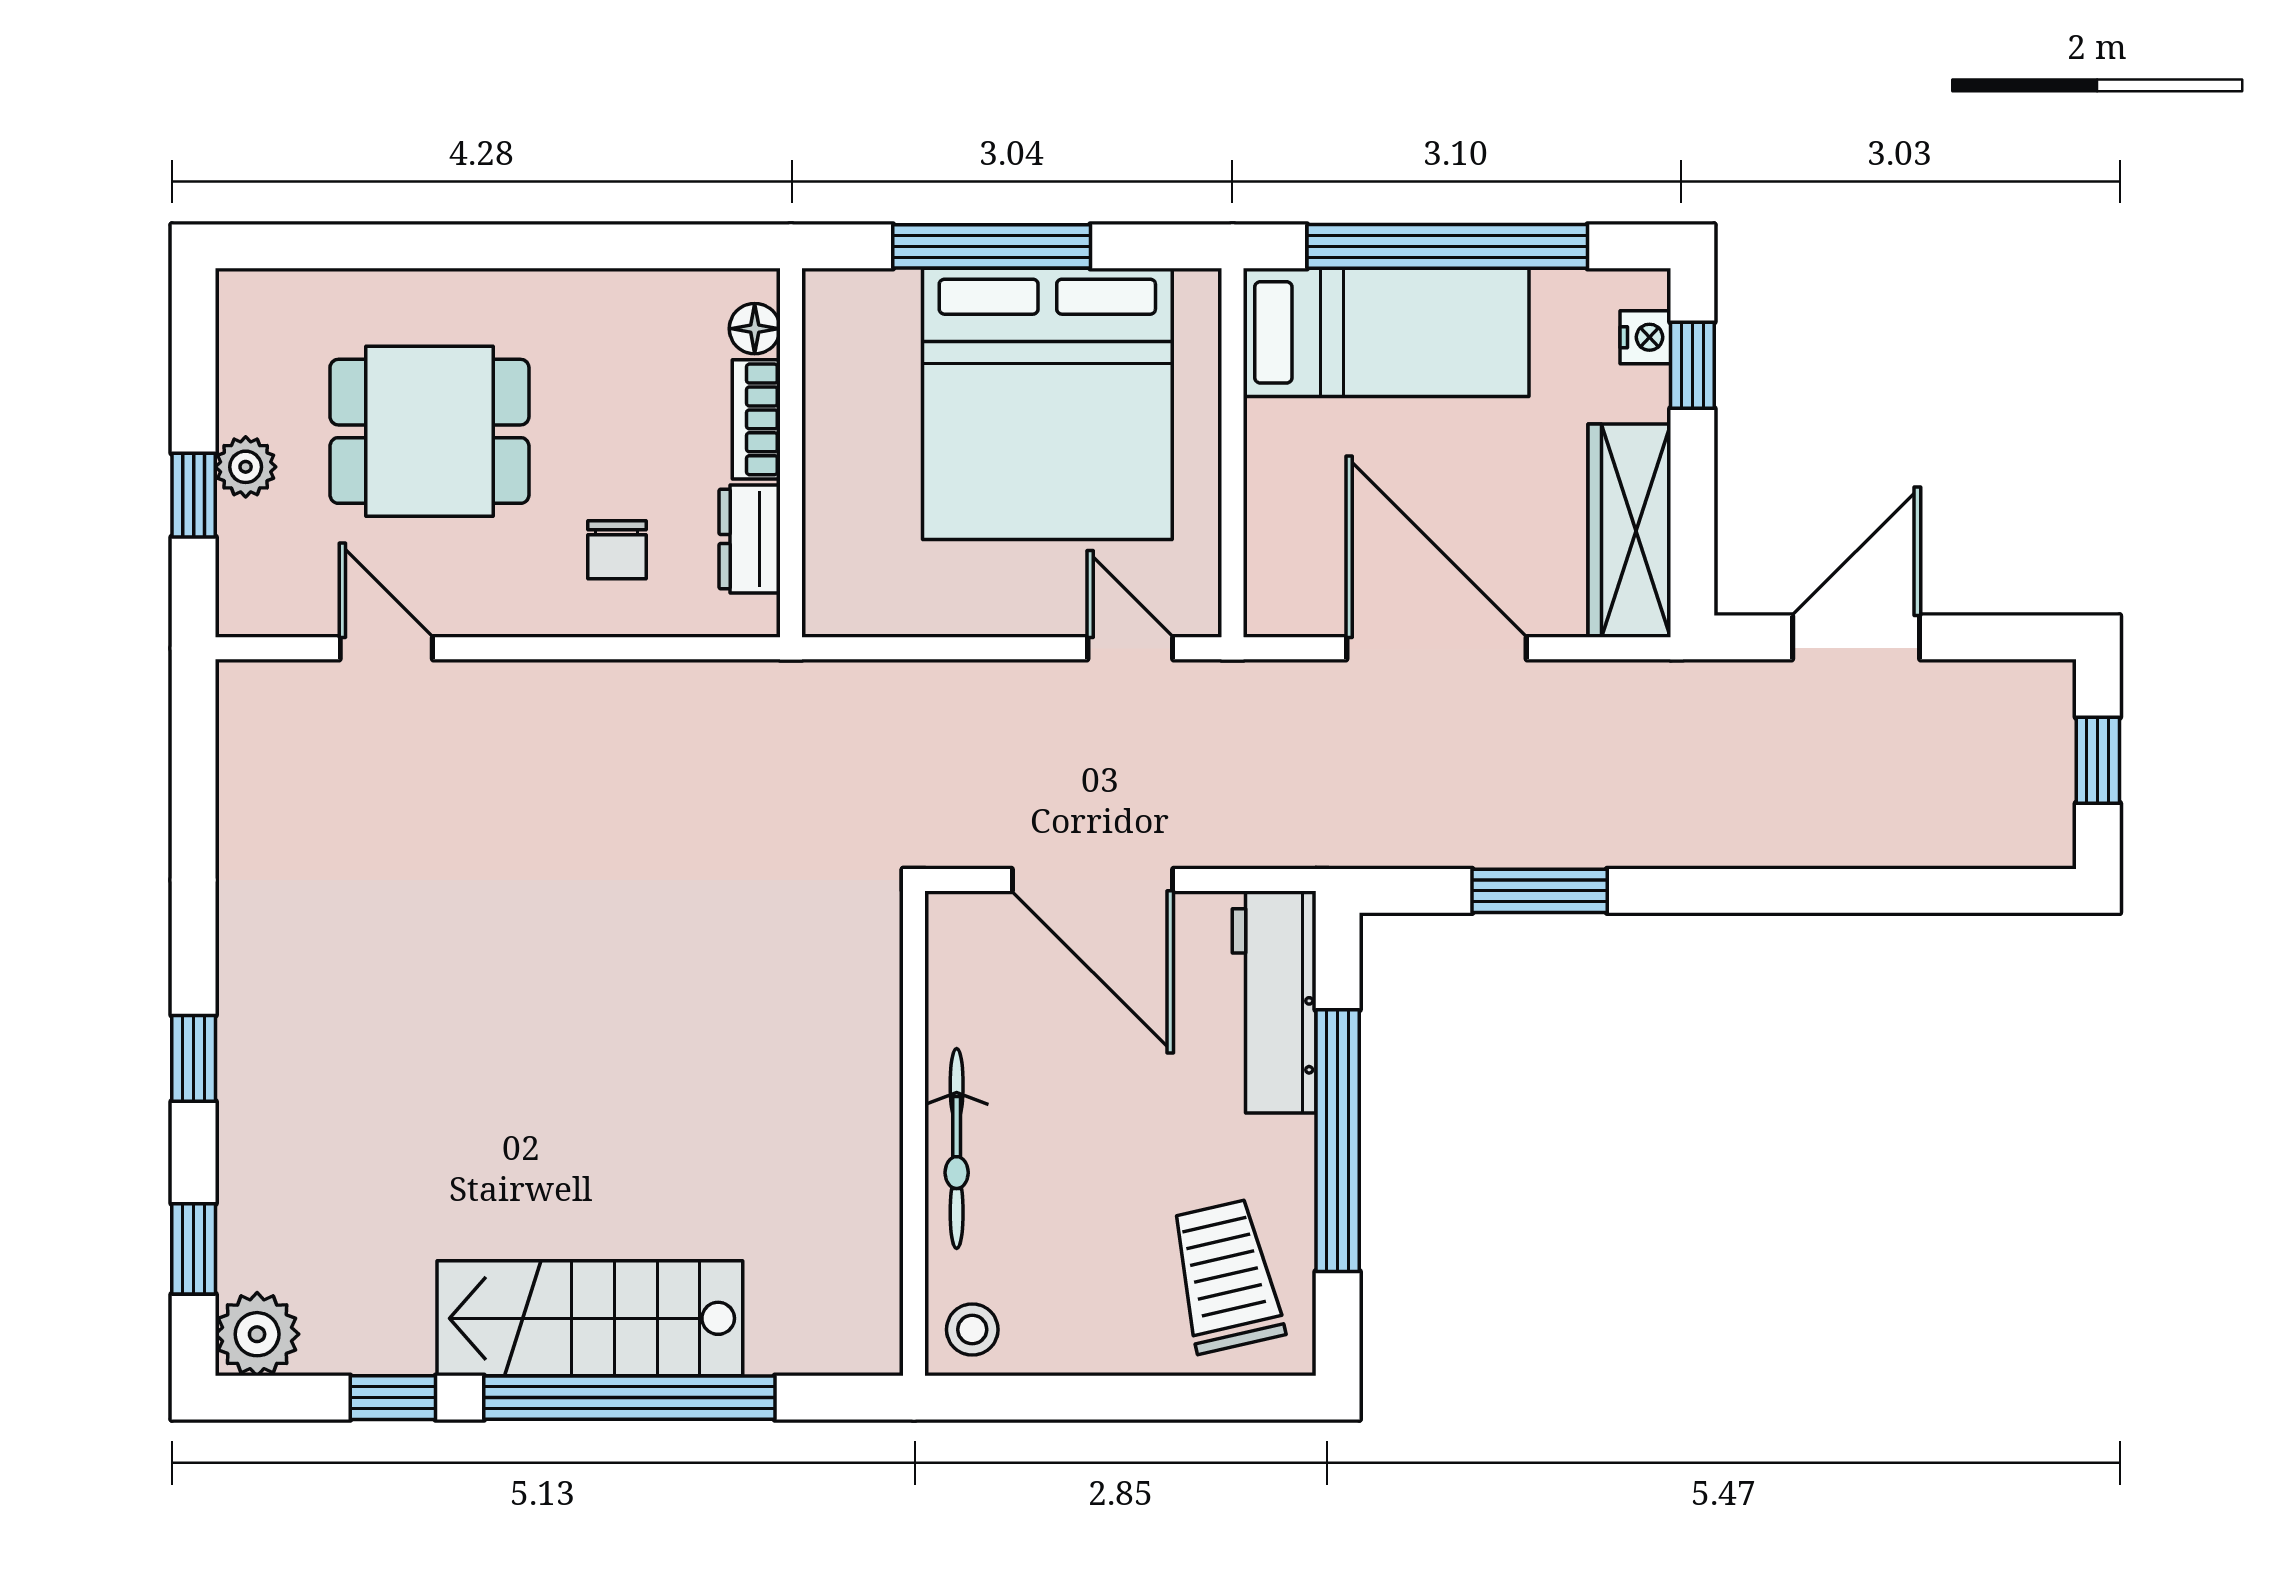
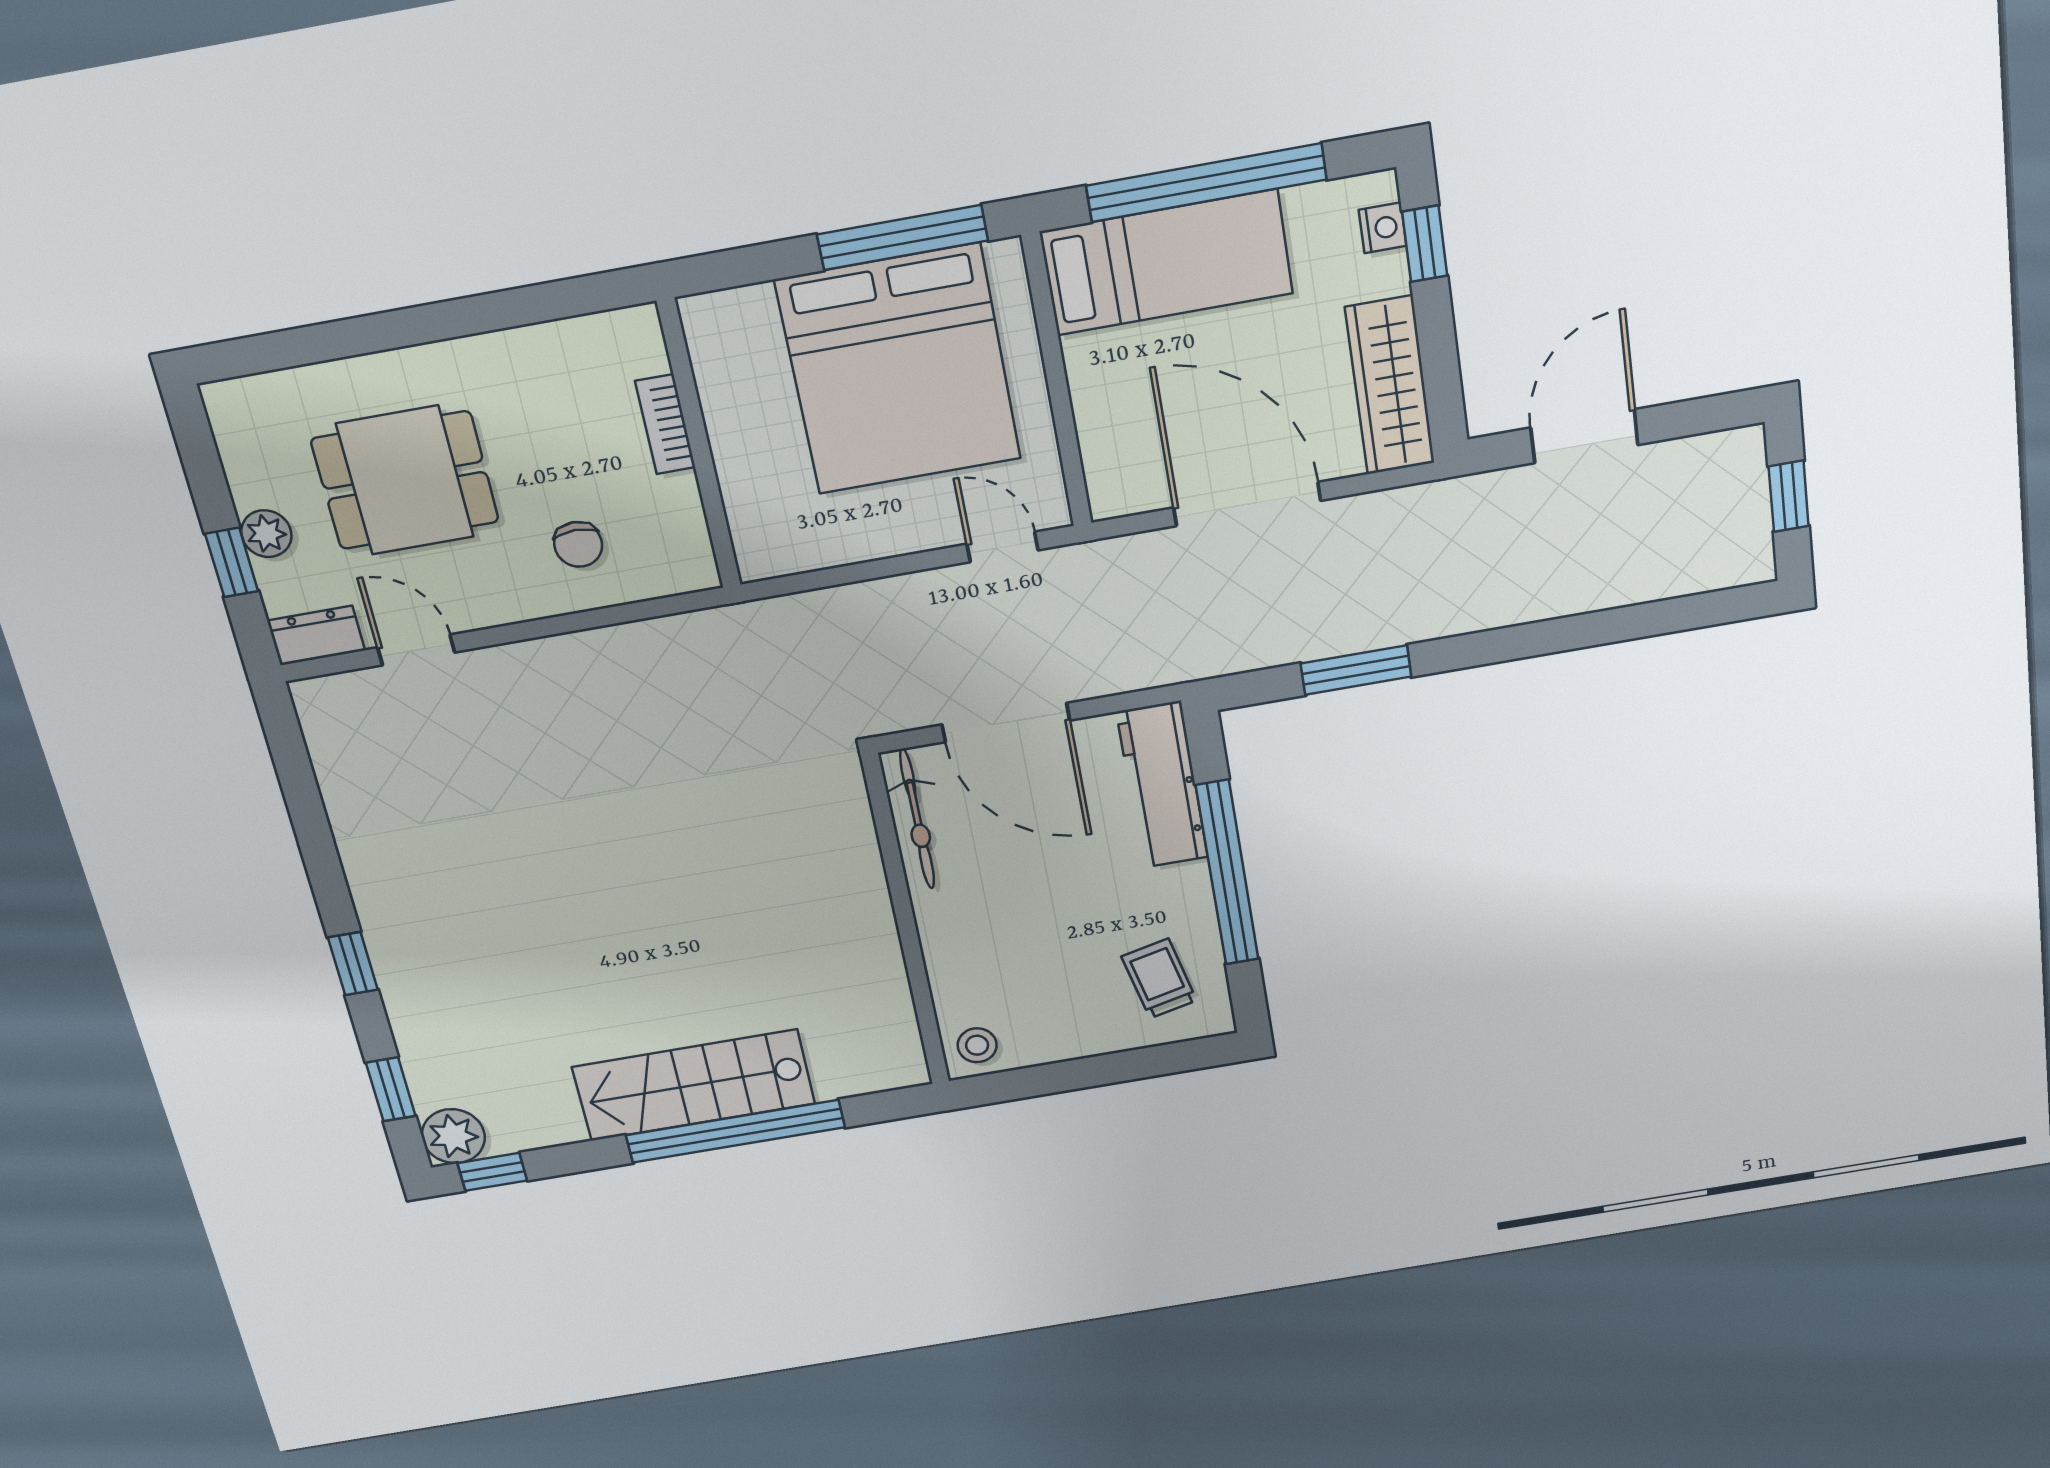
window: (992, 246) -> (902, 238), moved
floor lamp: (755, 329) -> (647, 353), removed
dresser: (750, 539) -> (316, 635), moved, turned 90
bicycle: (957, 1149) -> (917, 819), moved
trolley: (1226, 1276) -> (1159, 978), width x0.73, depth x0.72
window: (393, 1398) -> (492, 1172), moved

